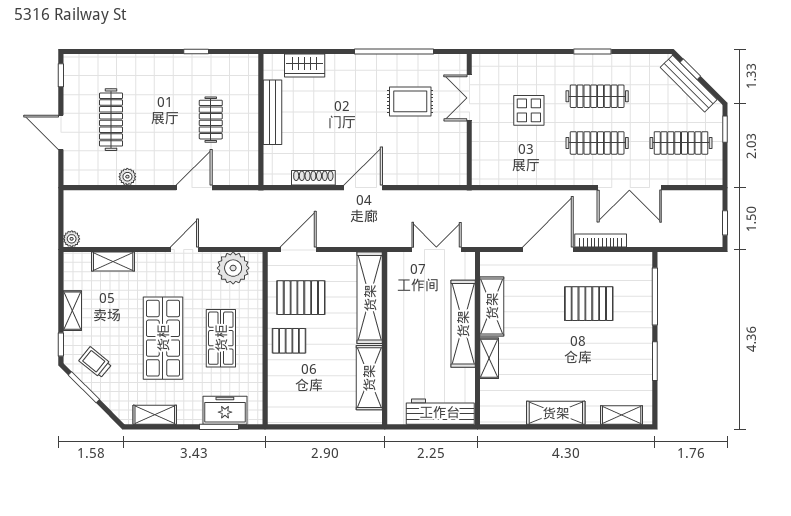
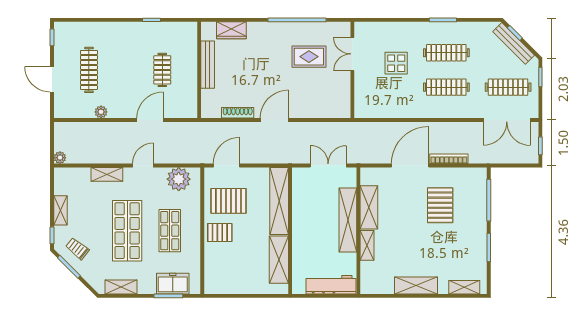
double door: (629, 188) -> (507, 120), moved
shelving: (113, 262) -> (107, 174), moved
pallet: (589, 304) -> (440, 205), turned 90

